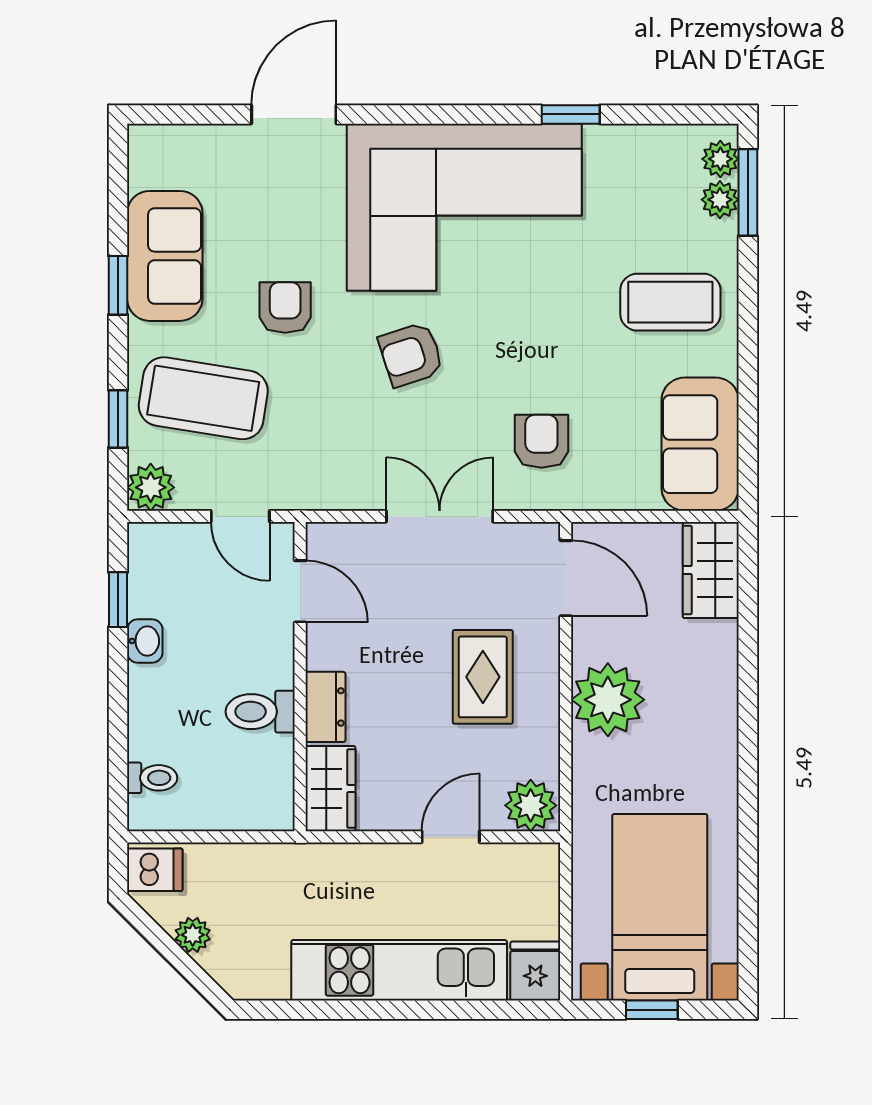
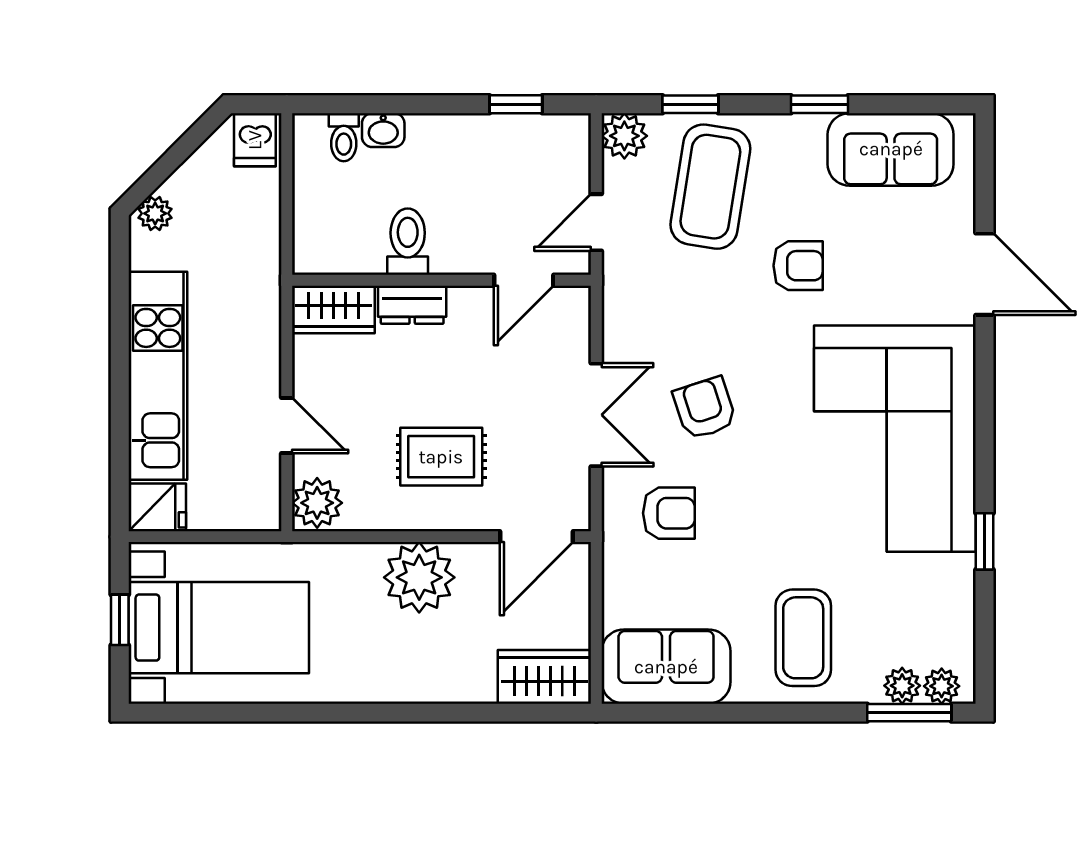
sofa: (165, 256) -> (891, 149), moved
armchair: (411, 355) -> (705, 408), moved
washbasin: (145, 641) -> (383, 130), moved
plant: (193, 935) -> (155, 213), moved

